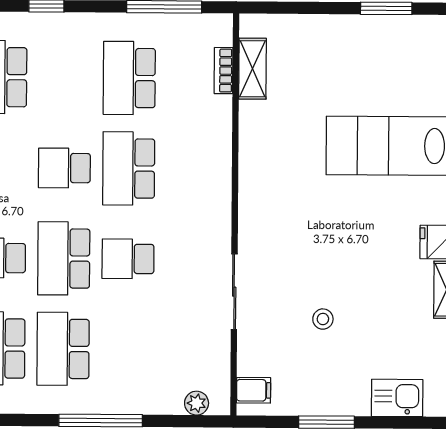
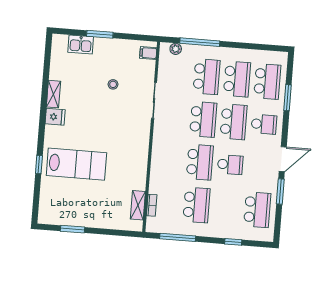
school desk: (128, 259) -> (203, 119), width x1.85
school desk: (127, 349) -> (207, 77), added
window: (101, 421) -> (200, 42), moved
window: (327, 422) -> (100, 34), moved

